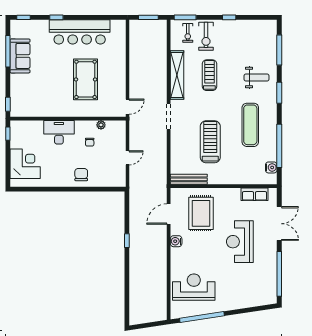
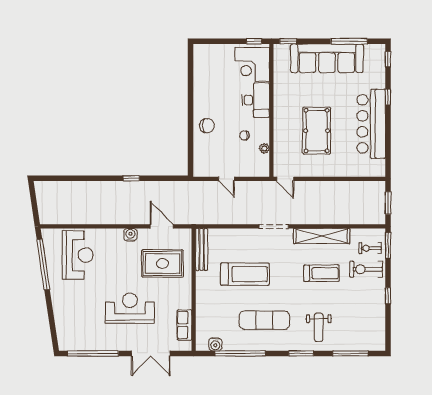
sofa: (20, 56) -> (327, 58), width x1.85, depth x1.27
pool table: (86, 79) -> (317, 131), turned 90
corner desk: (25, 164) -> (252, 64), moved, turned 90

